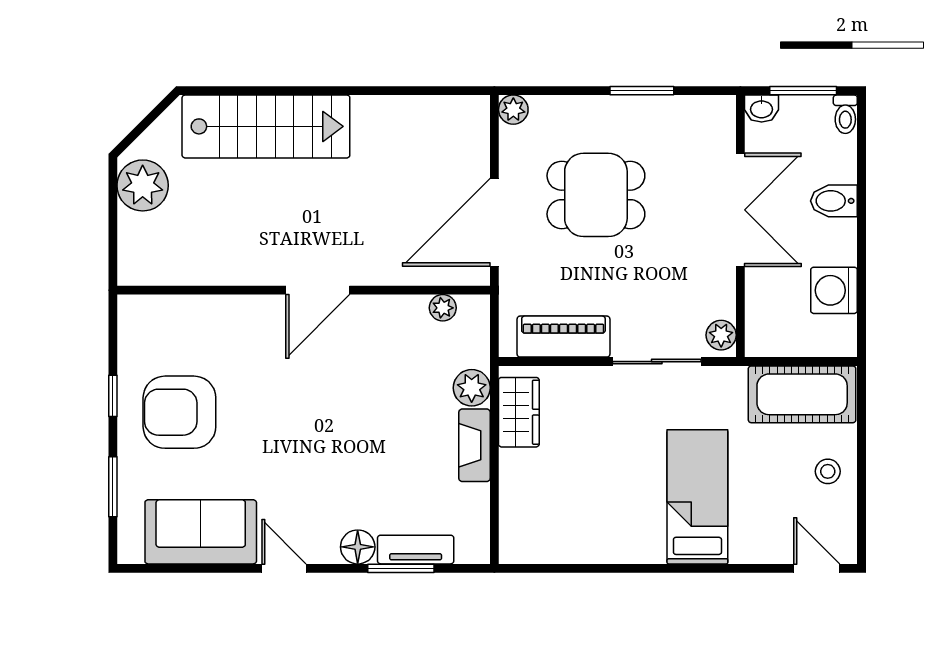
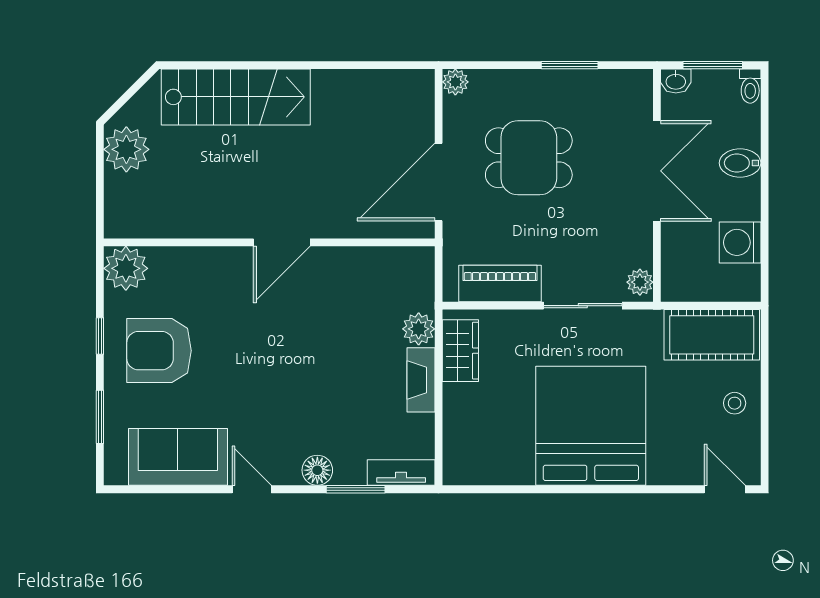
plant: (443, 308) -> (126, 268), moved, width x1.88, depth x1.88
bed: (697, 497) -> (591, 426), width x2.04
tv unit: (416, 550) -> (401, 473), moved

